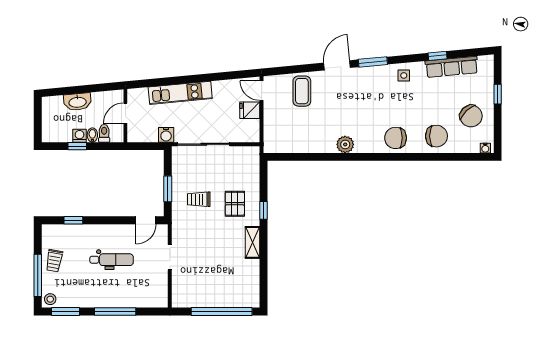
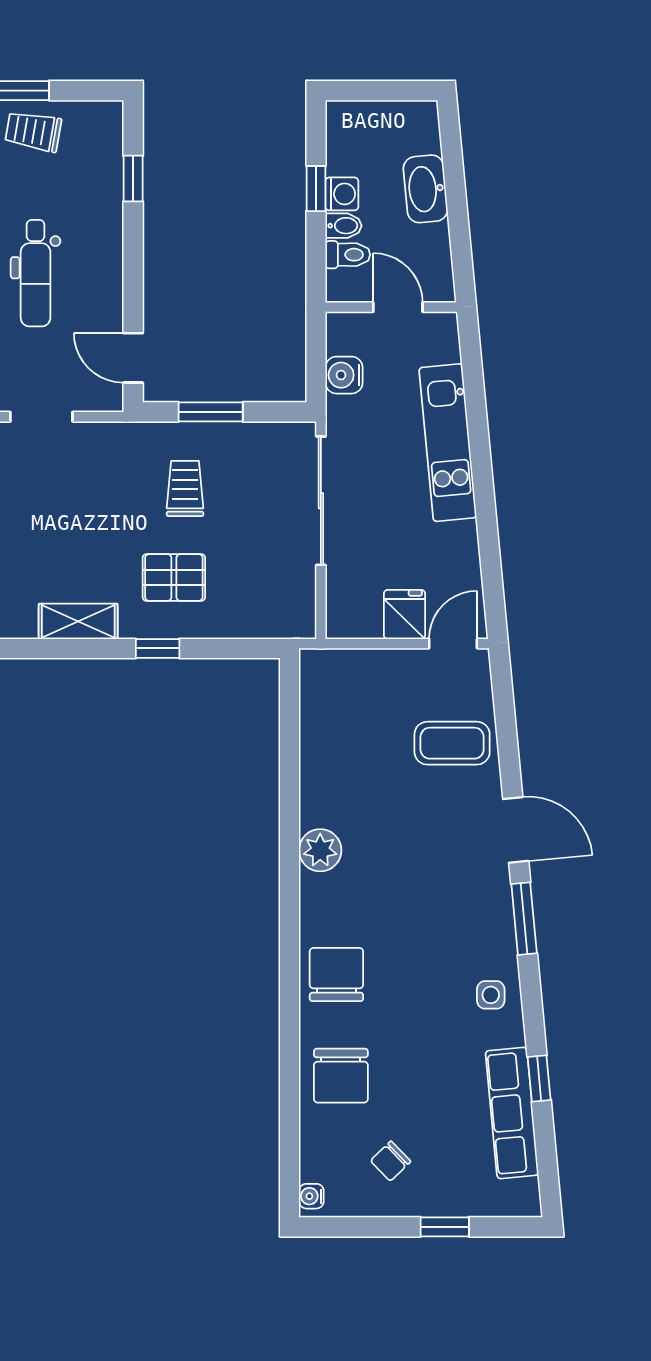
chair: (471, 116) -> (391, 1161), width x0.54, depth x0.54
water cooler: (166, 135) -> (344, 375), moved

